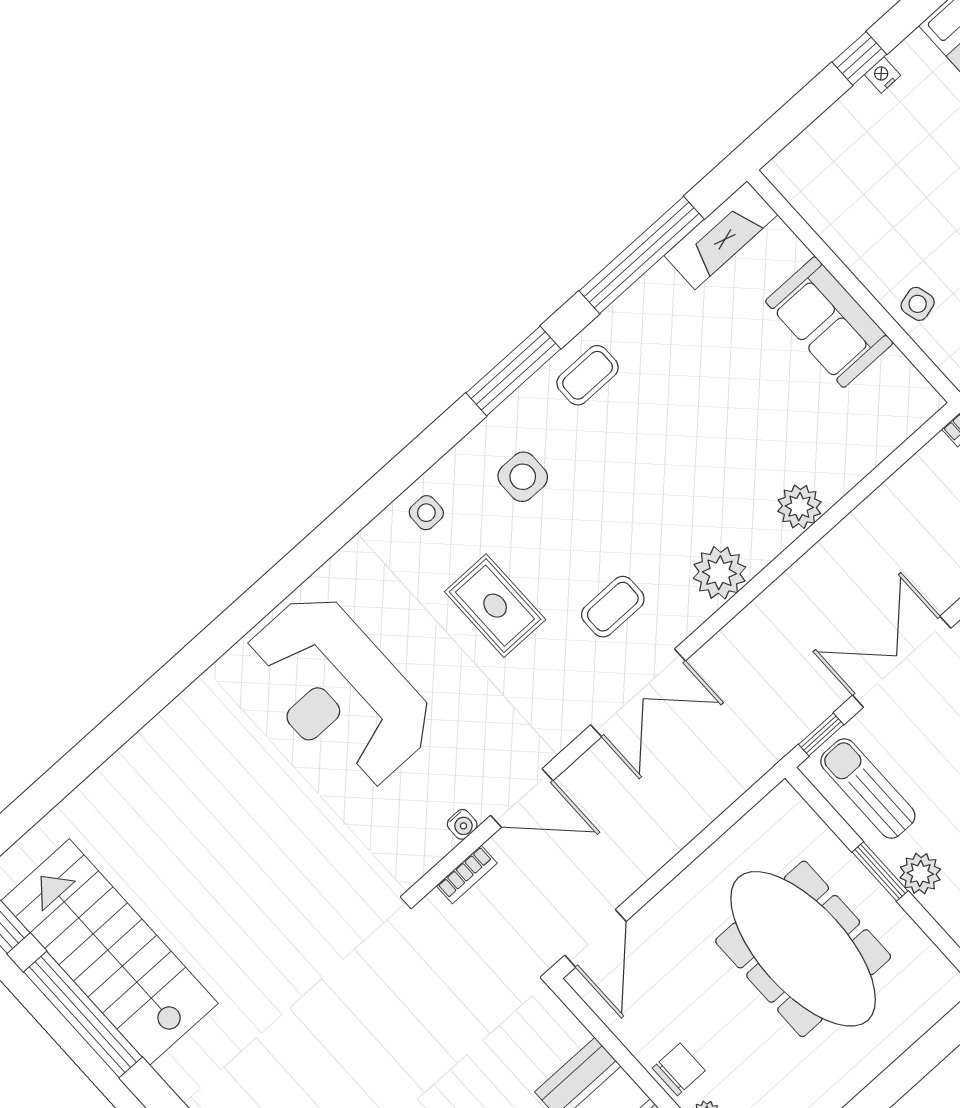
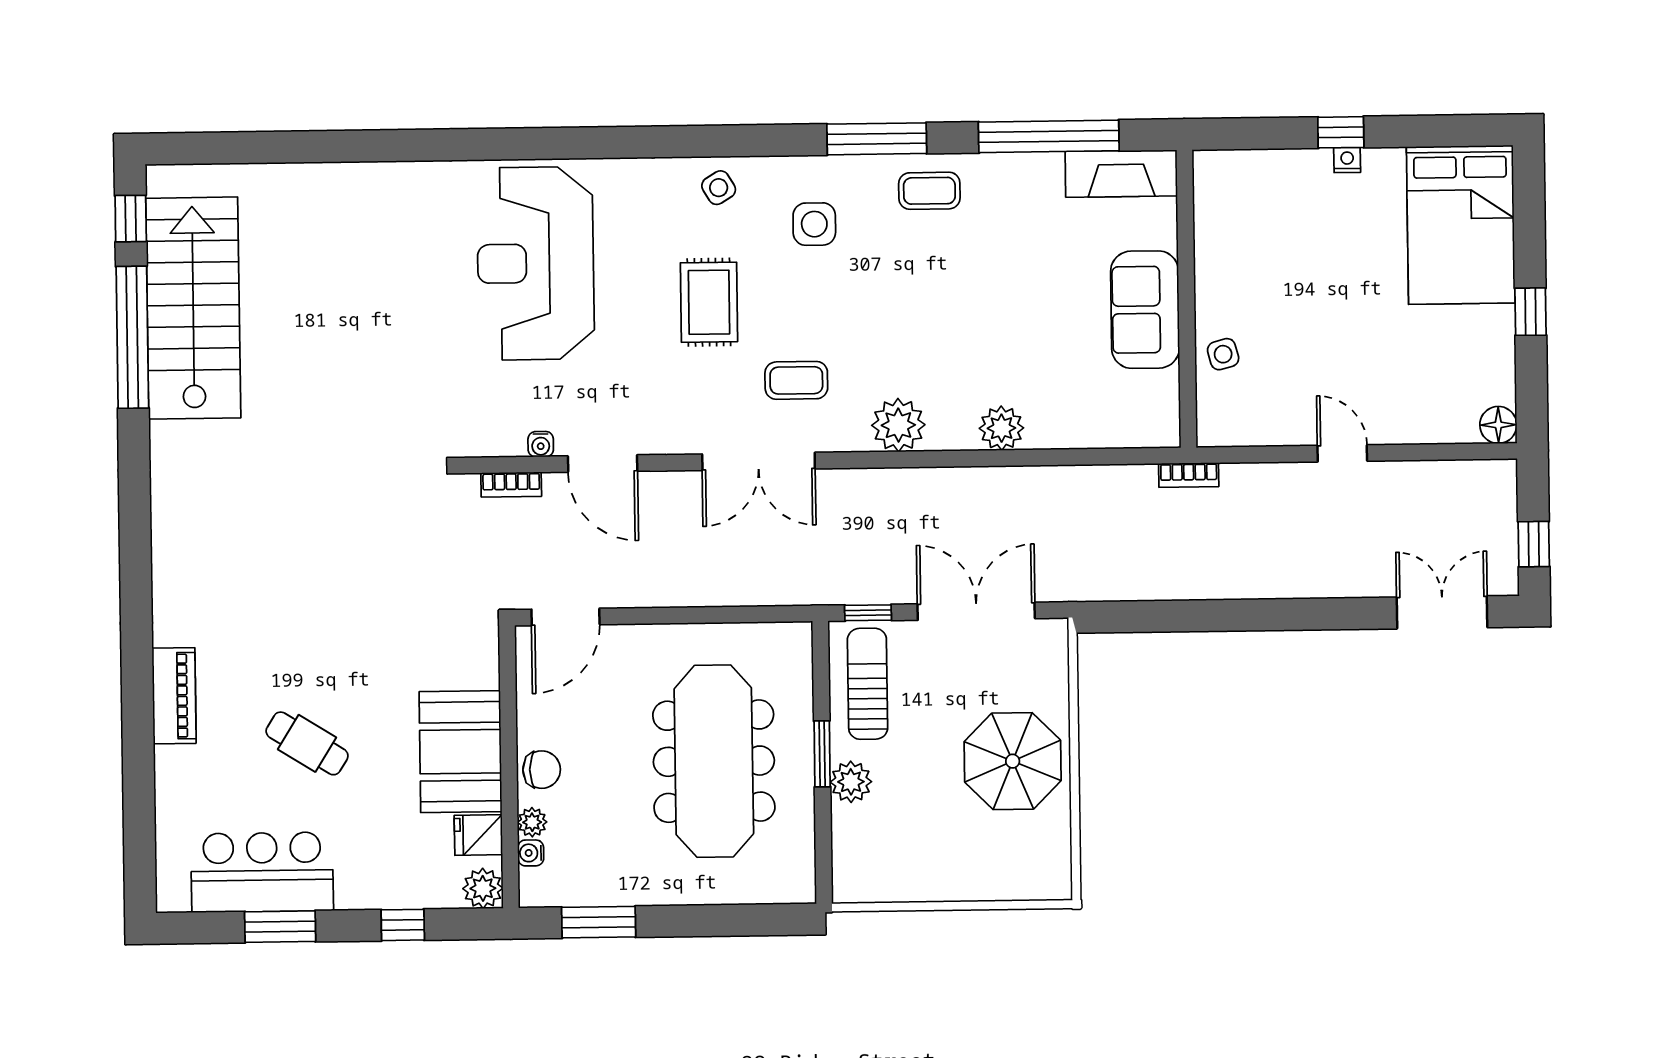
side table: (426, 513) -> (719, 188), turned -31

